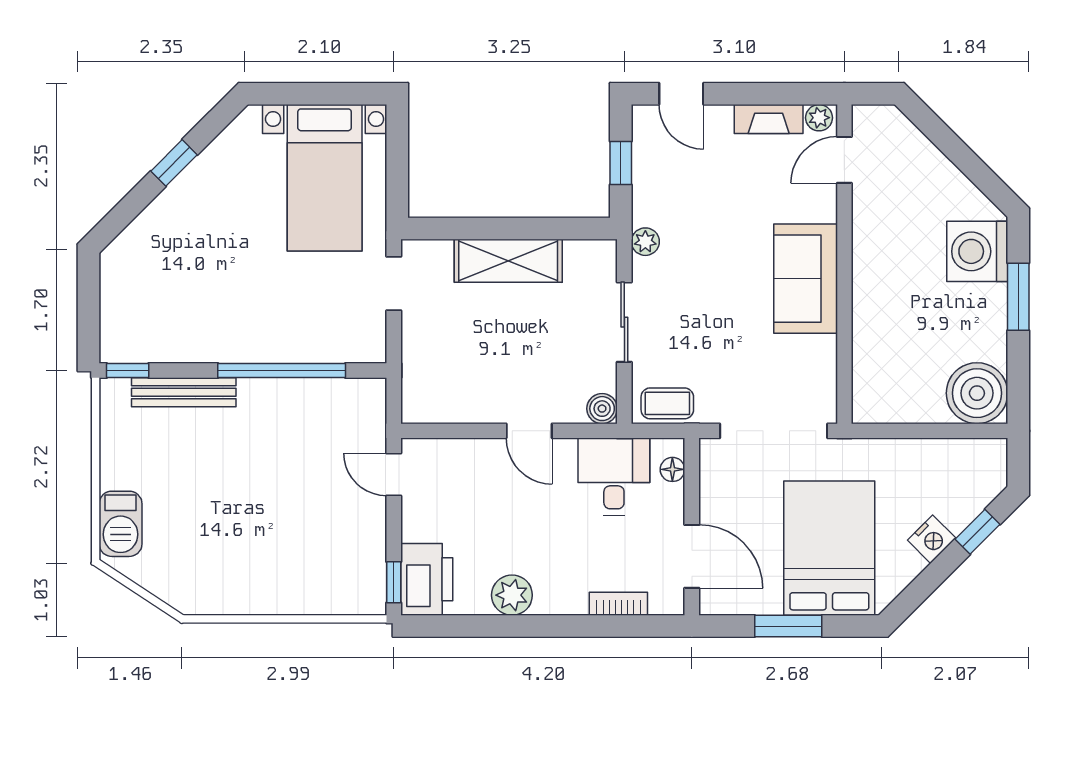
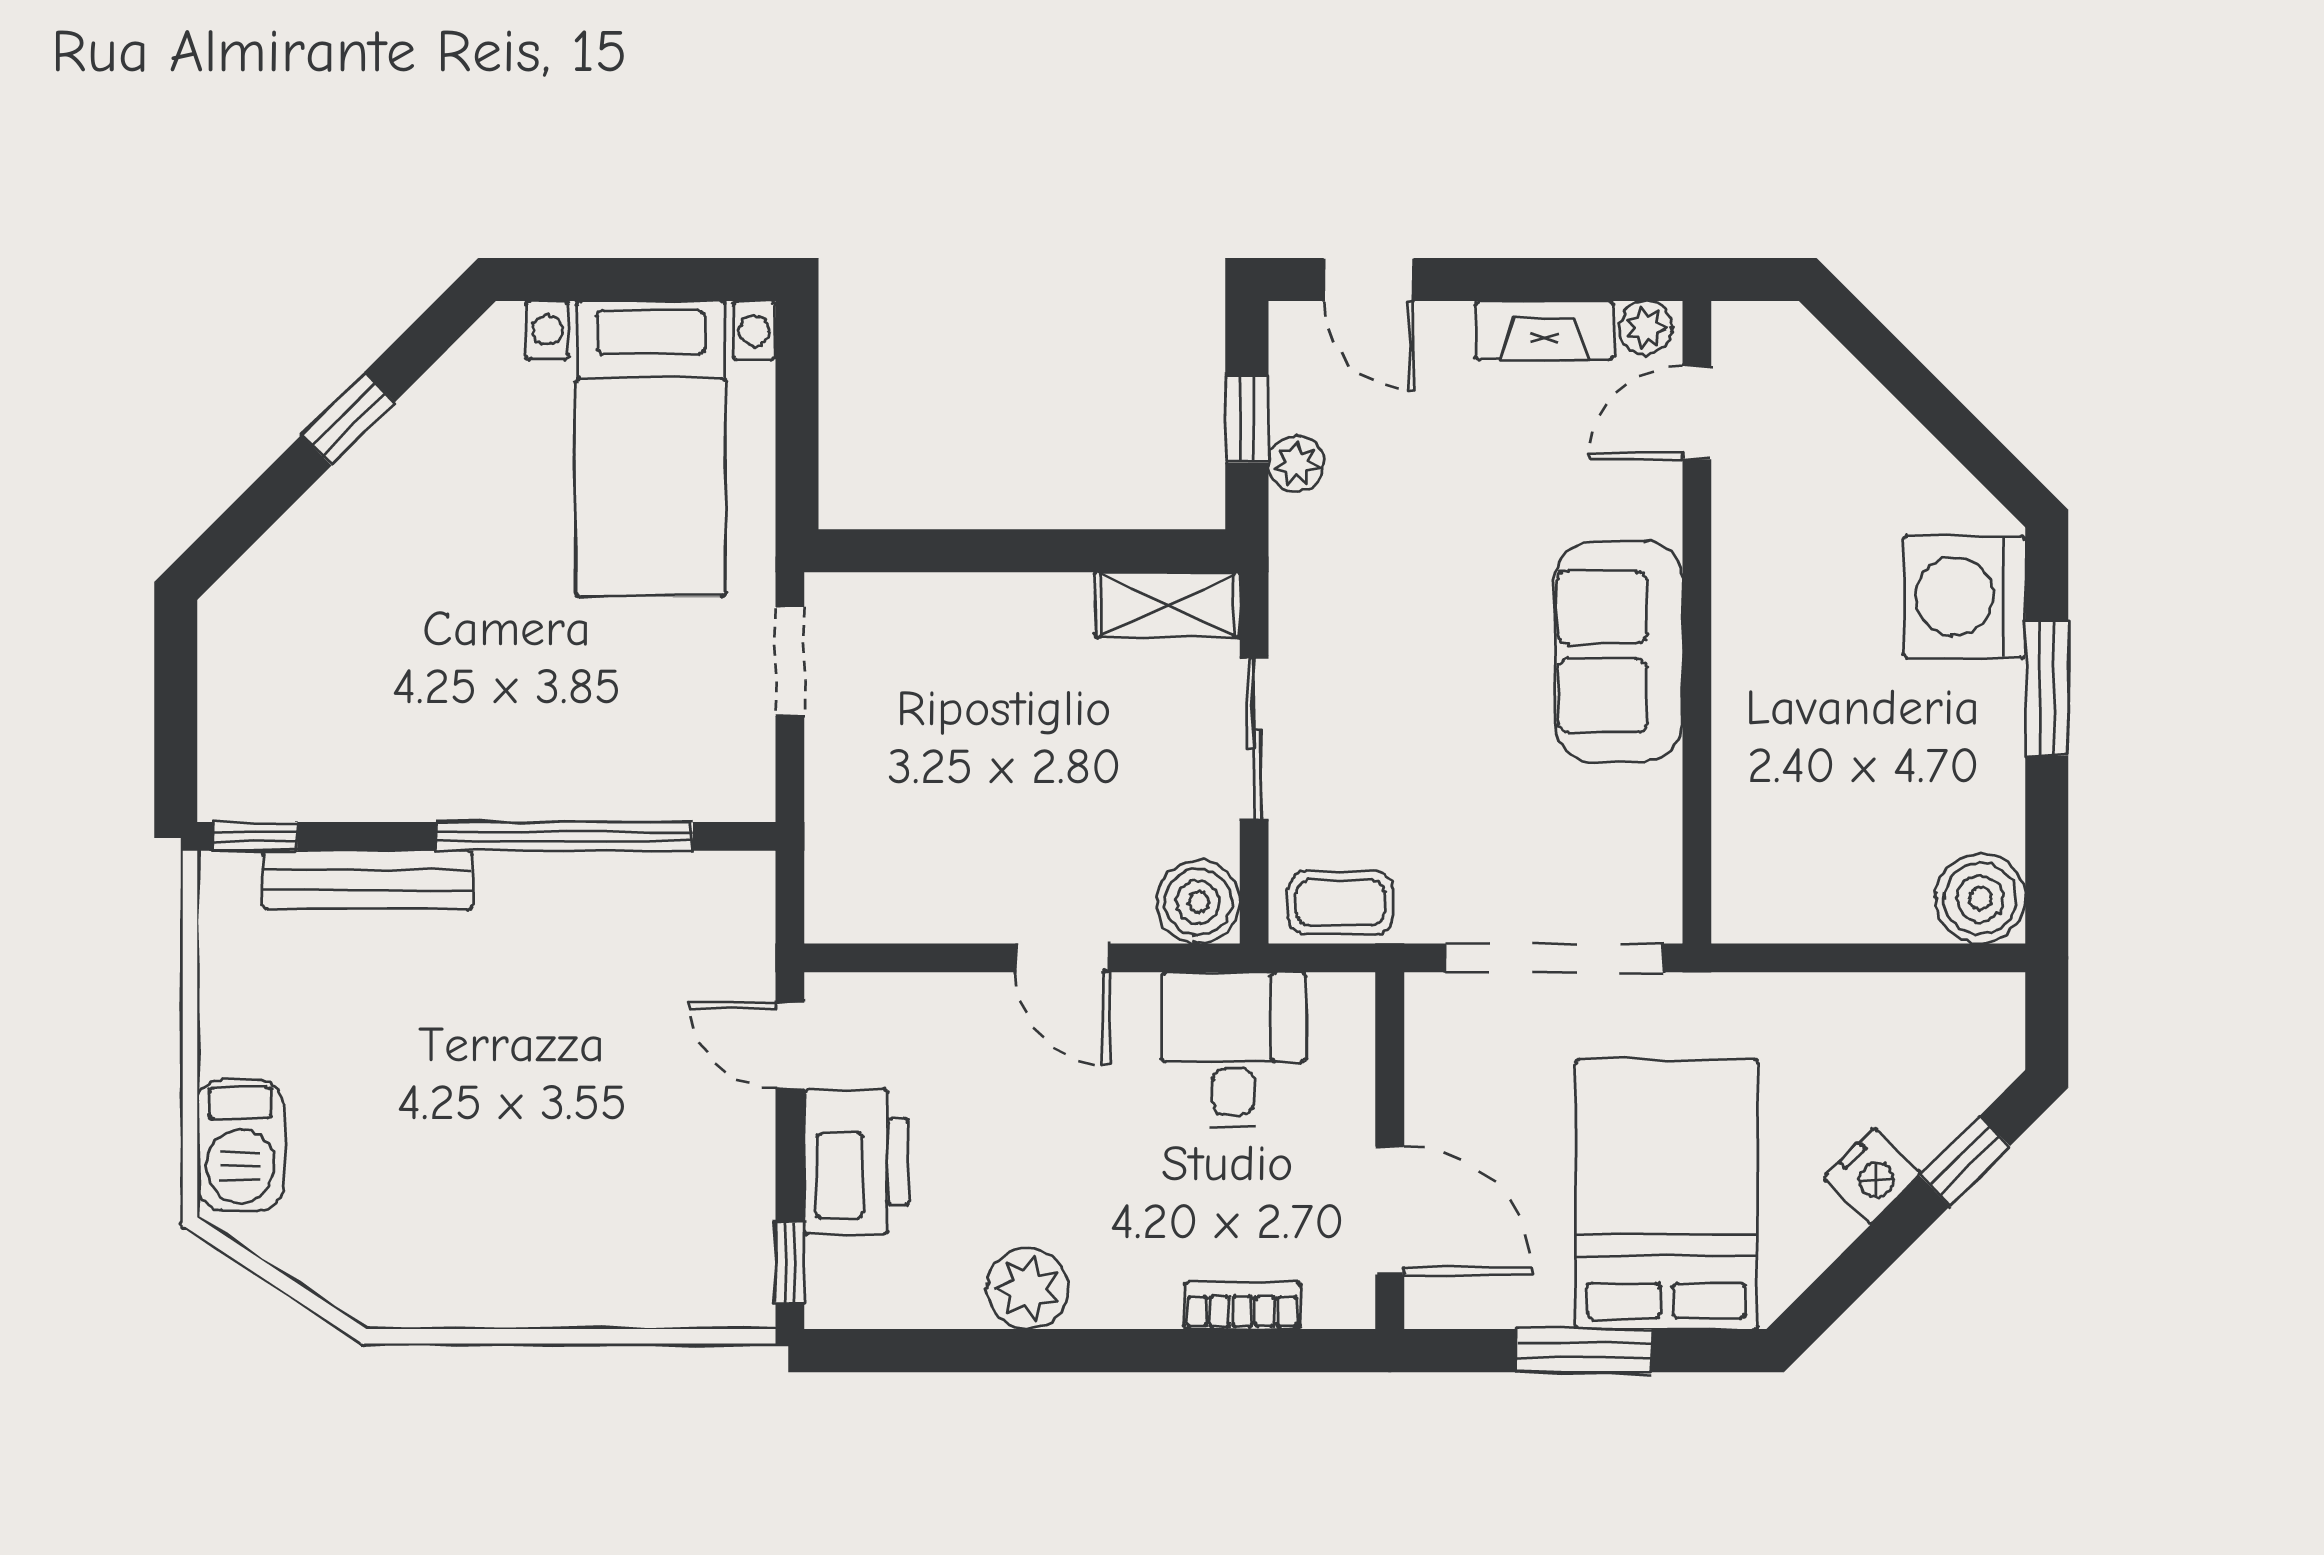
plant: (645, 242) -> (1296, 464), moved
shelving: (508, 261) -> (1168, 605), moved, width x0.67, depth x0.75
boiler: (977, 393) -> (1980, 899), width x0.73, depth x0.73
boiler: (602, 409) -> (1198, 902), width x1.36, depth x1.36
floor lamp: (672, 469) -> (1351, 1035), removed
printer: (427, 579) -> (856, 1162), moved

